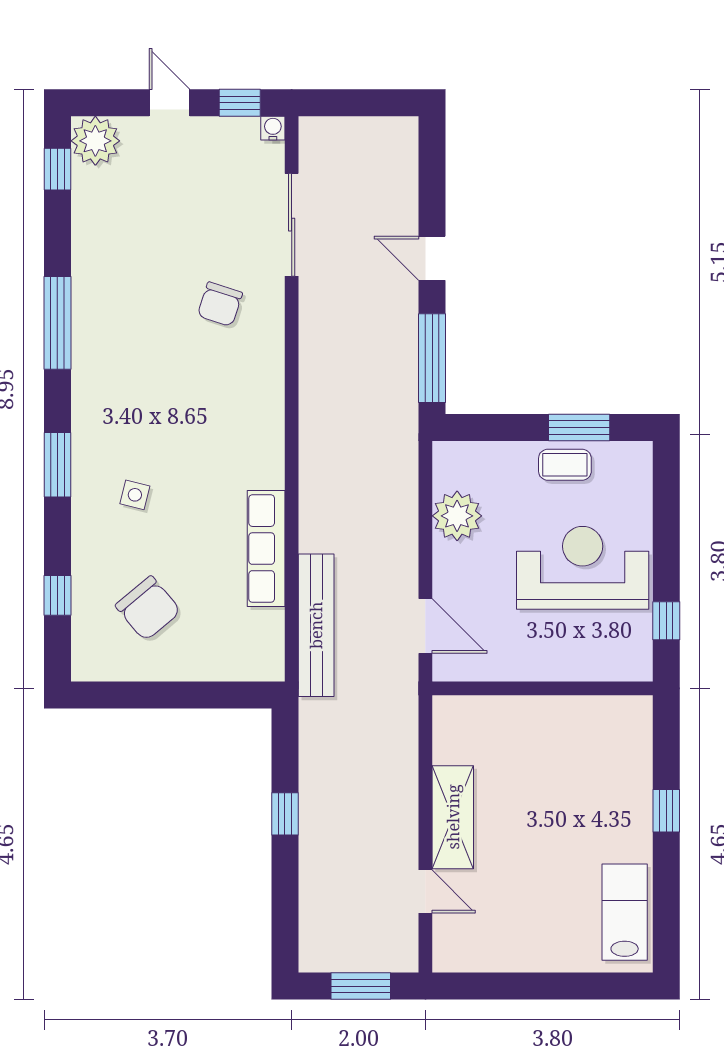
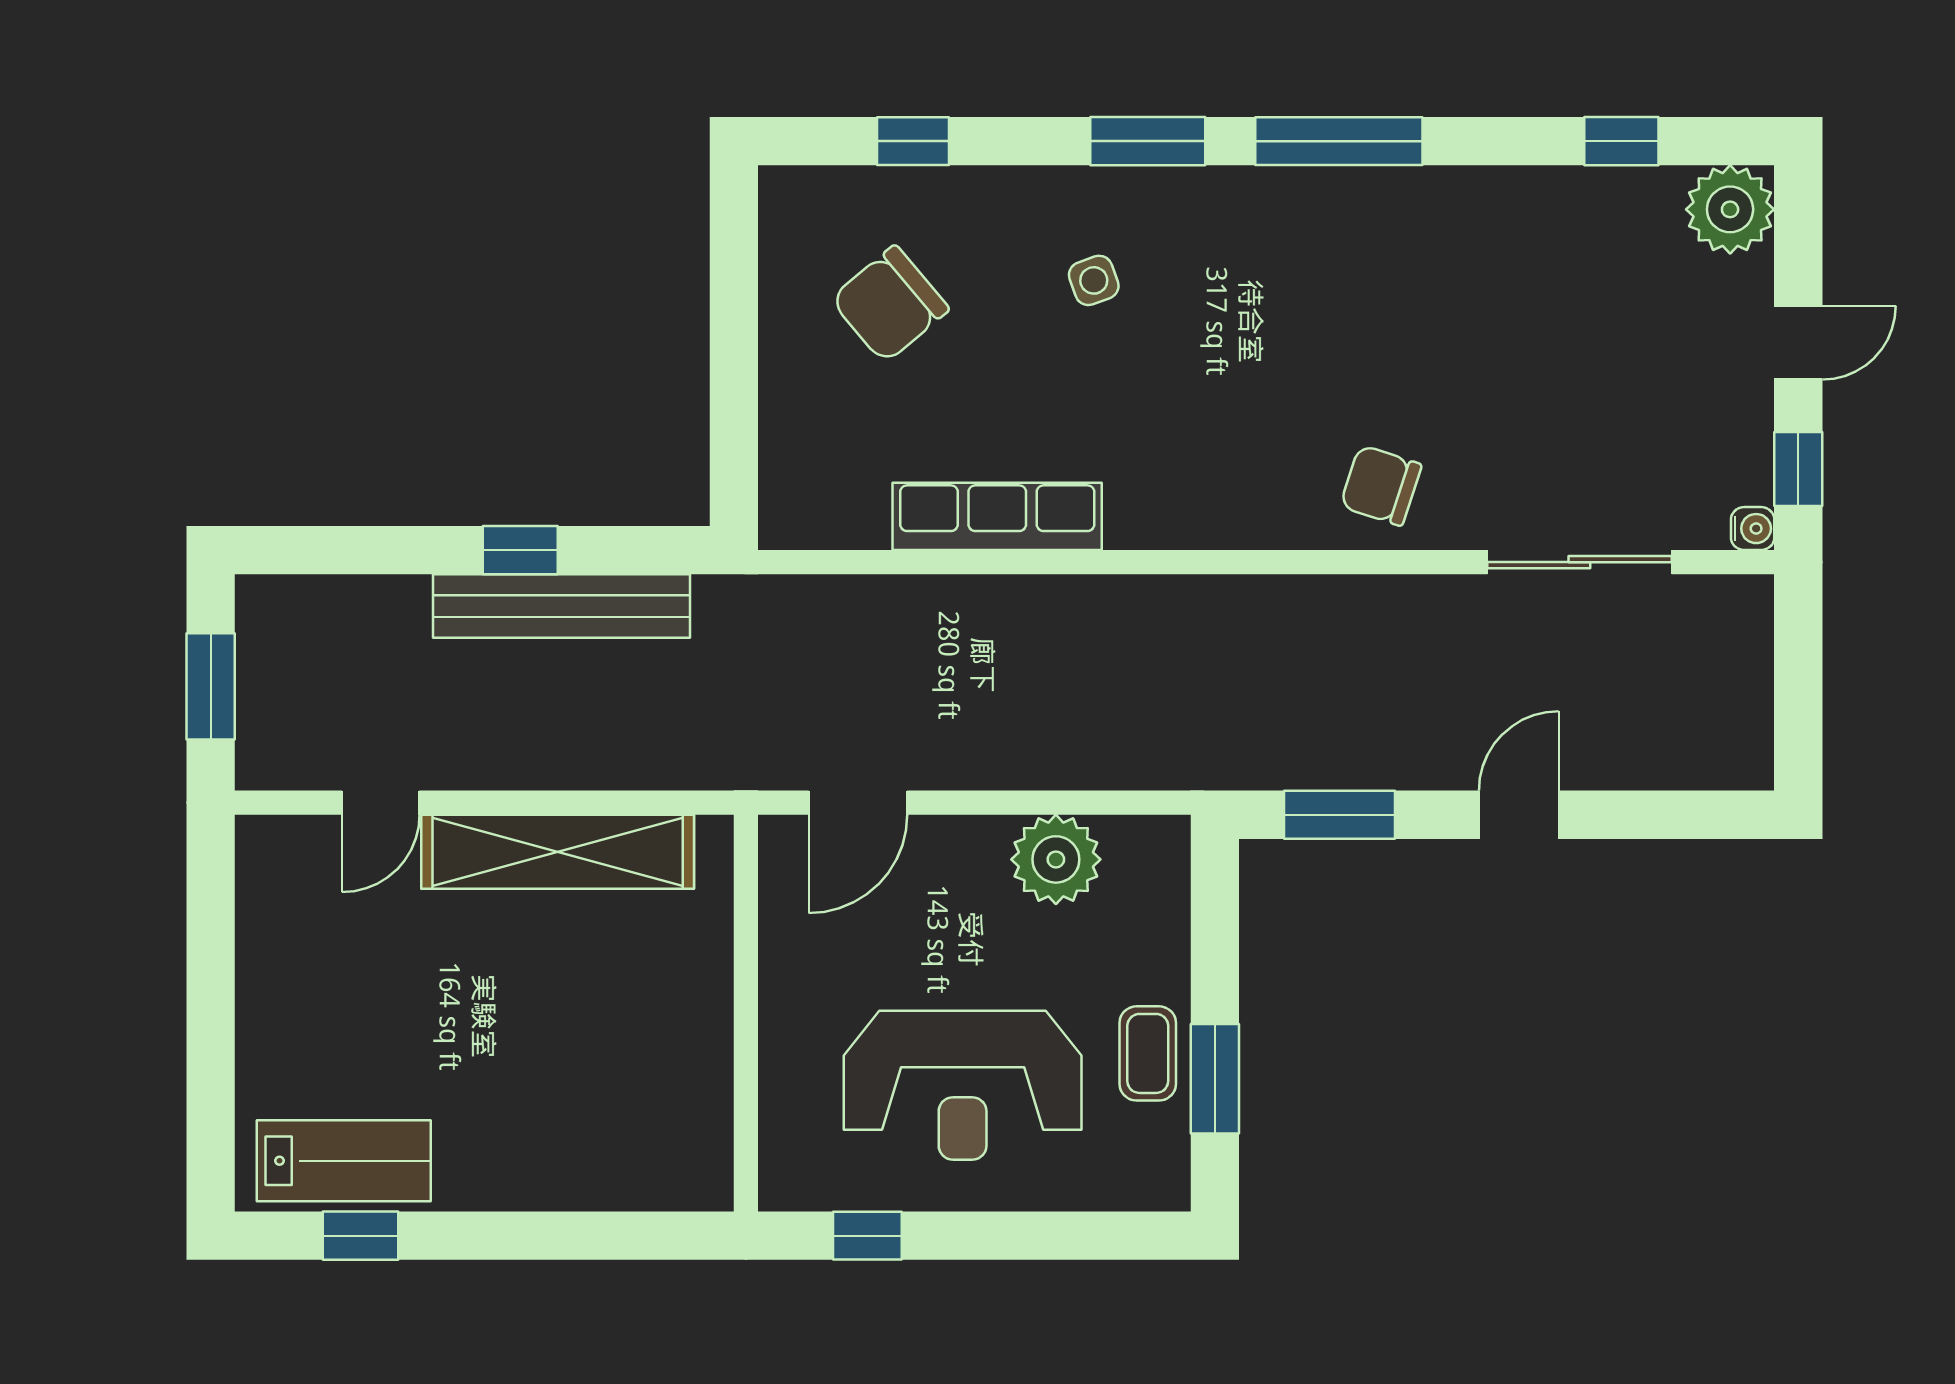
window: (57, 169) -> (1621, 141), moved
chair: (220, 304) -> (1381, 485), moved
window: (57, 323) -> (1339, 141), moved
window: (432, 358) -> (1339, 815), width x0.69
side table: (135, 495) -> (1094, 280), turned -34
reception desk: (583, 568) -> (963, 1085), turned 90
bench: (316, 625) -> (561, 606), moved
window: (666, 811) -> (360, 1236), moved
shelving: (453, 817) -> (558, 852), width x1.47

